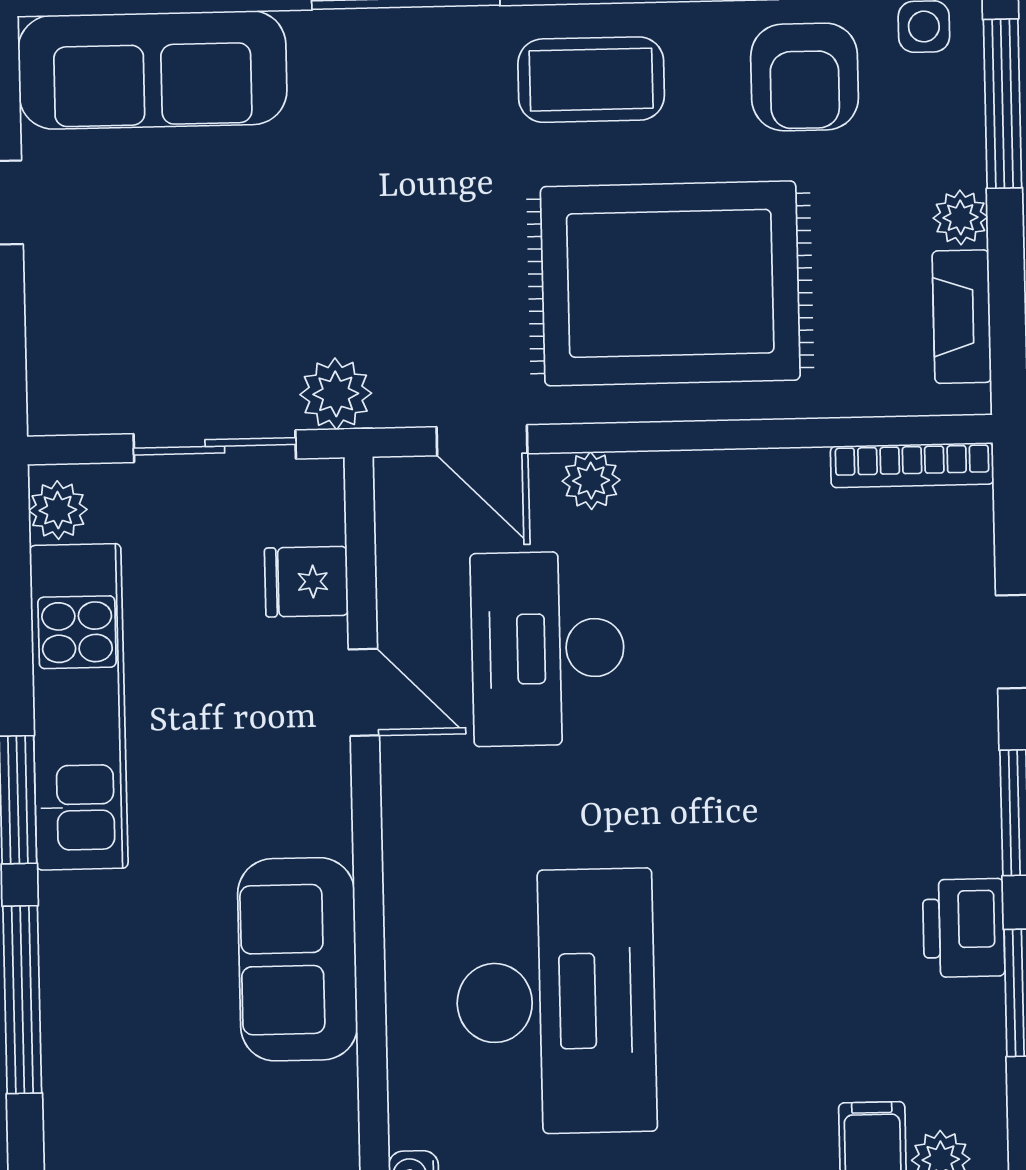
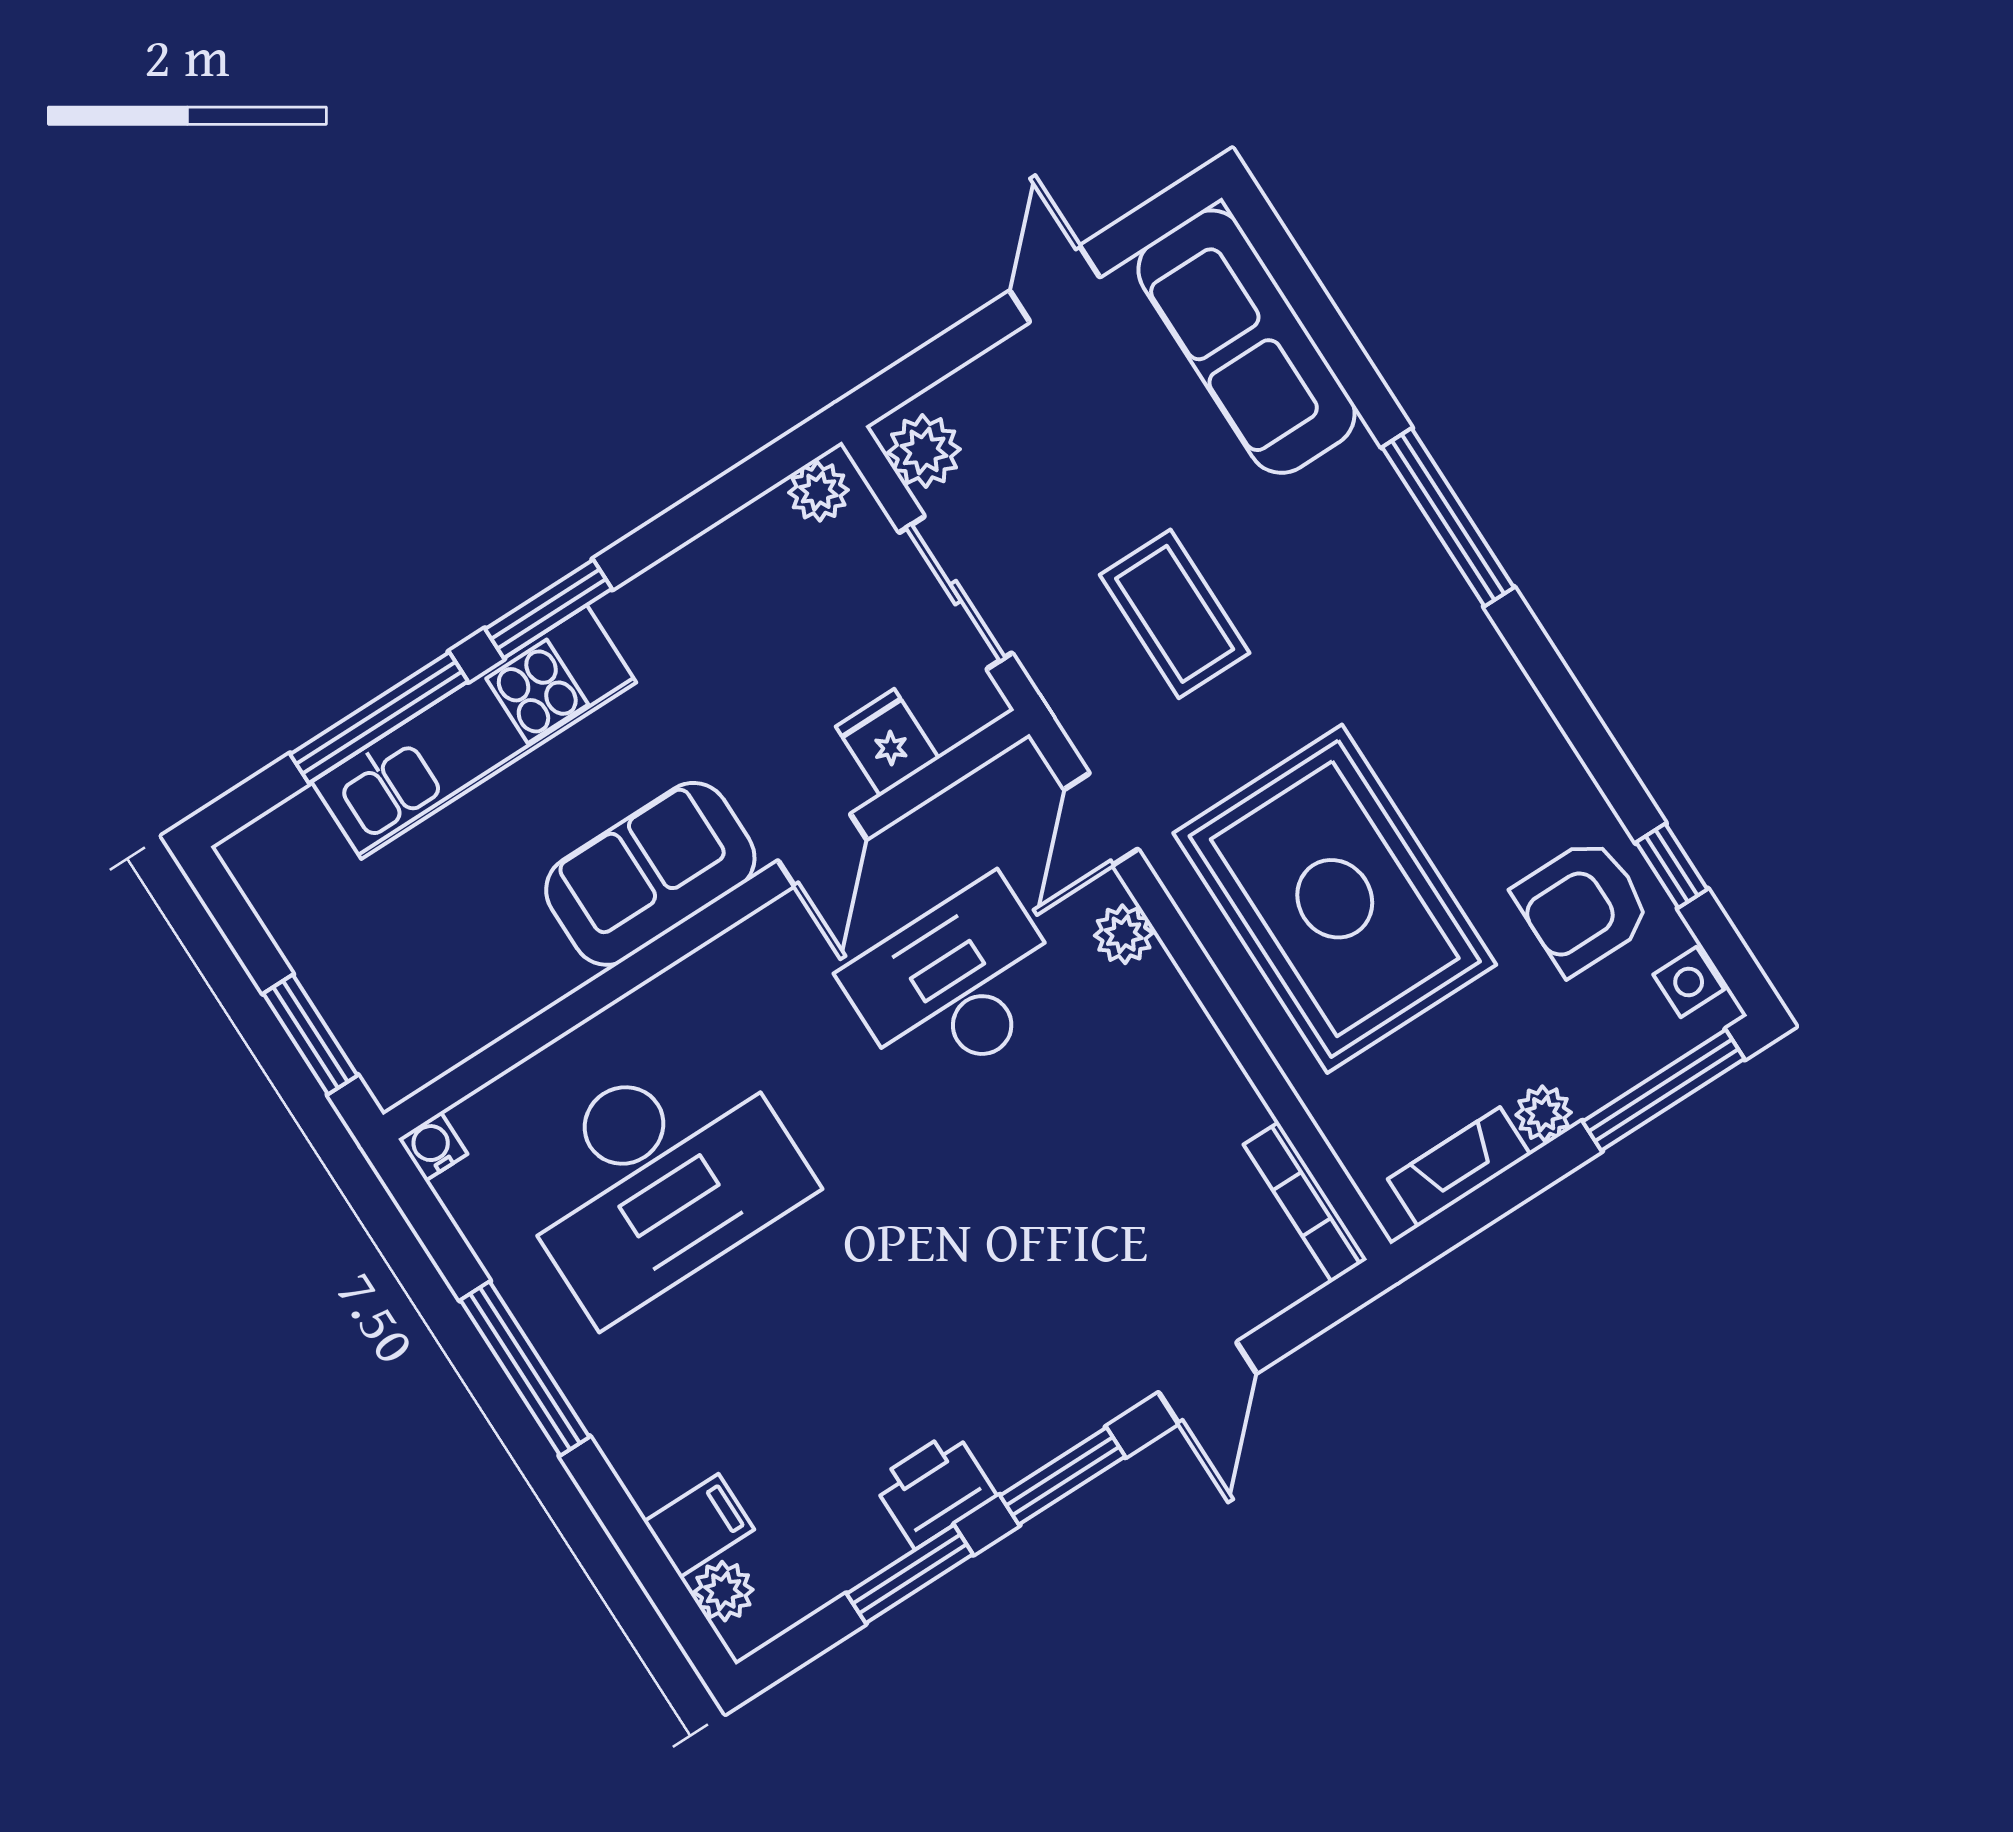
coffee table: (591, 80) -> (1175, 614), moved
plant: (336, 394) -> (924, 451), moved
kitchen unit: (79, 707) -> (474, 732), moved
sofa: (298, 959) -> (650, 874), moved

